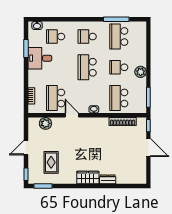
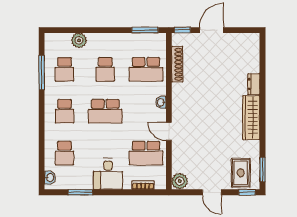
school desk: (119, 37) -> (65, 69), width x0.54
desk: (40, 58) -> (108, 174), moved
plant: (141, 72) -> (79, 40), moved
door: (72, 115) -> (169, 131), hinge flipped
plant: (45, 123) -> (180, 181), moved
rug: (51, 162) -> (241, 173), moved, turned 90
wardrobe: (88, 177) -> (251, 118), width x1.50

